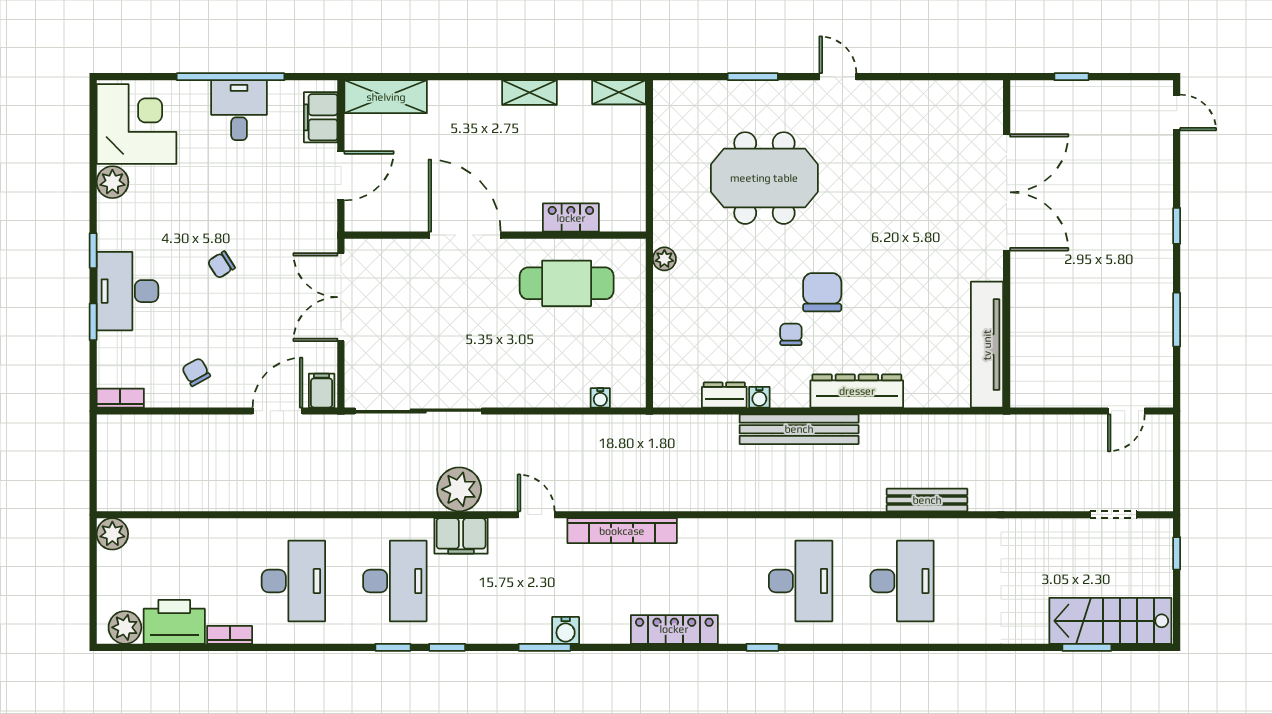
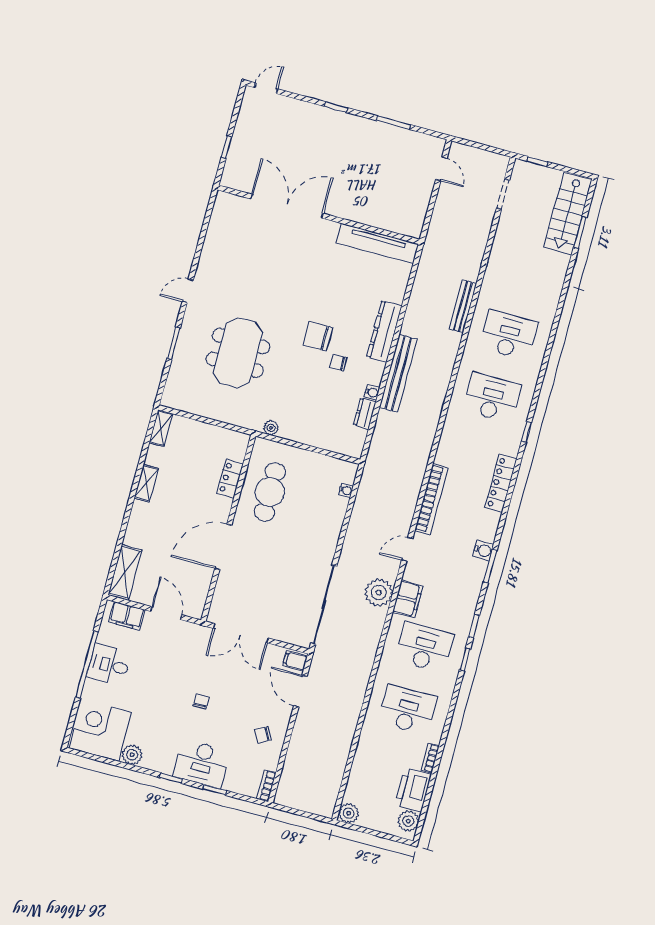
chair: (221, 265) -> (201, 701), turned -148

